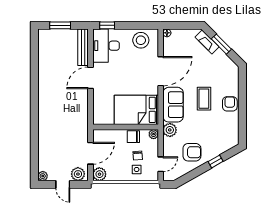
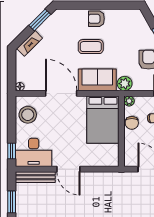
window: (221, 44) -> (40, 20), moved

